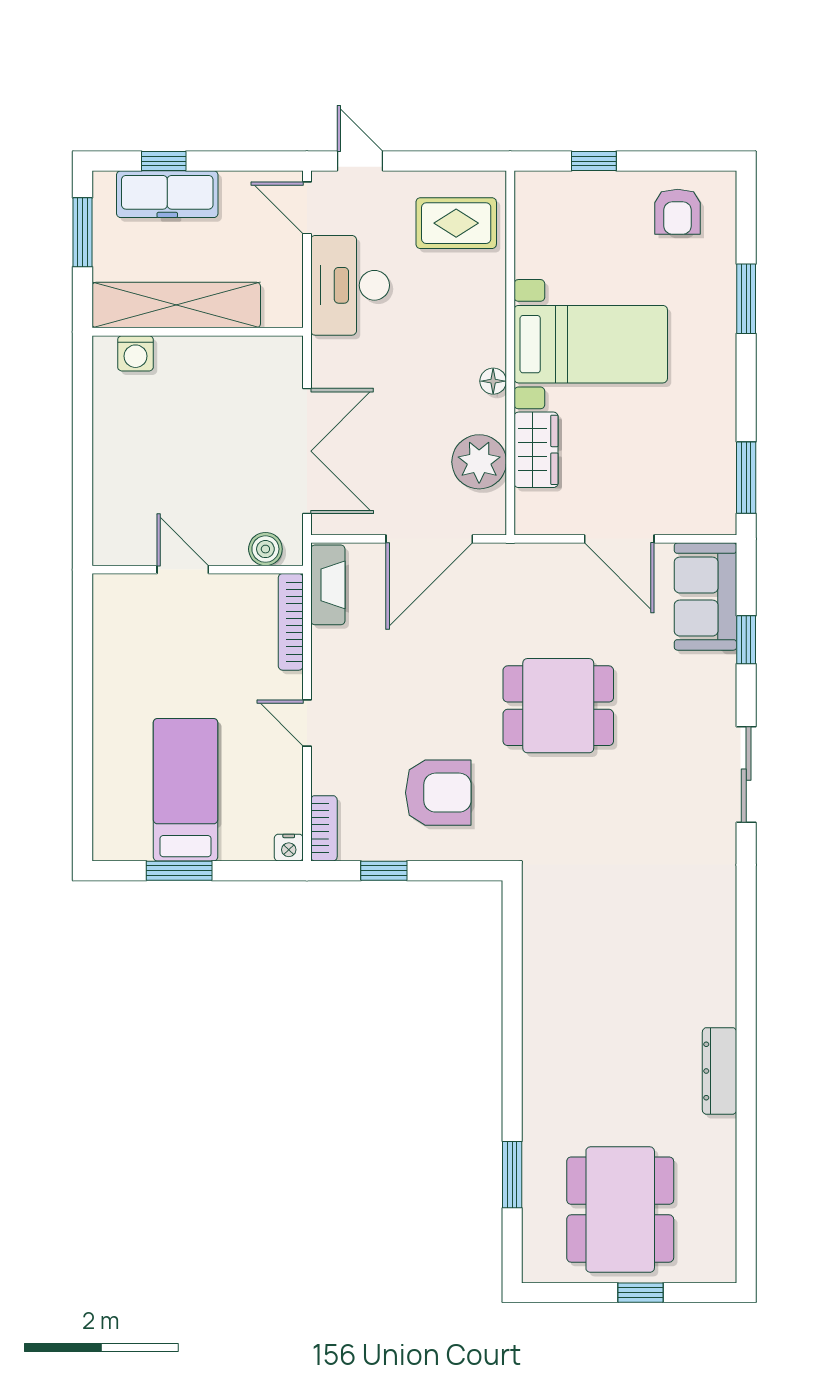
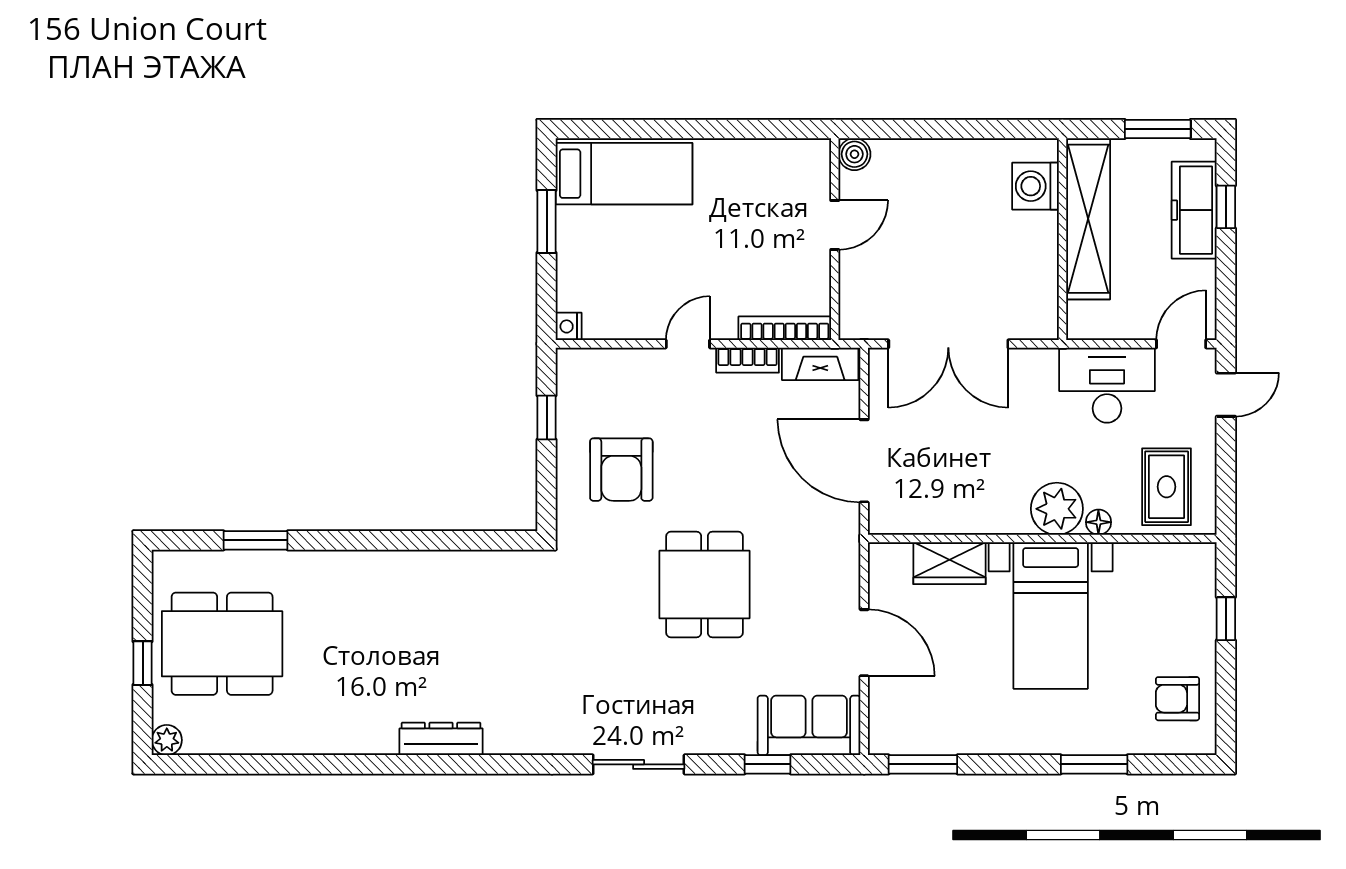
washing machine: (135, 353) -> (1035, 186), width x1.38, depth x1.38
floor lamp: (493, 381) -> (1098, 522), moved
plant: (479, 462) -> (1057, 509), moved
door: (619, 539) -> (864, 643), swing flipped
boiler: (265, 549) -> (854, 154), moved
bed: (186, 790) -> (624, 174), moved
bookcase: (324, 828) -> (748, 360), moved
dresser: (720, 1071) -> (441, 739), moved
plant: (721, 1267) -> (167, 740), added

